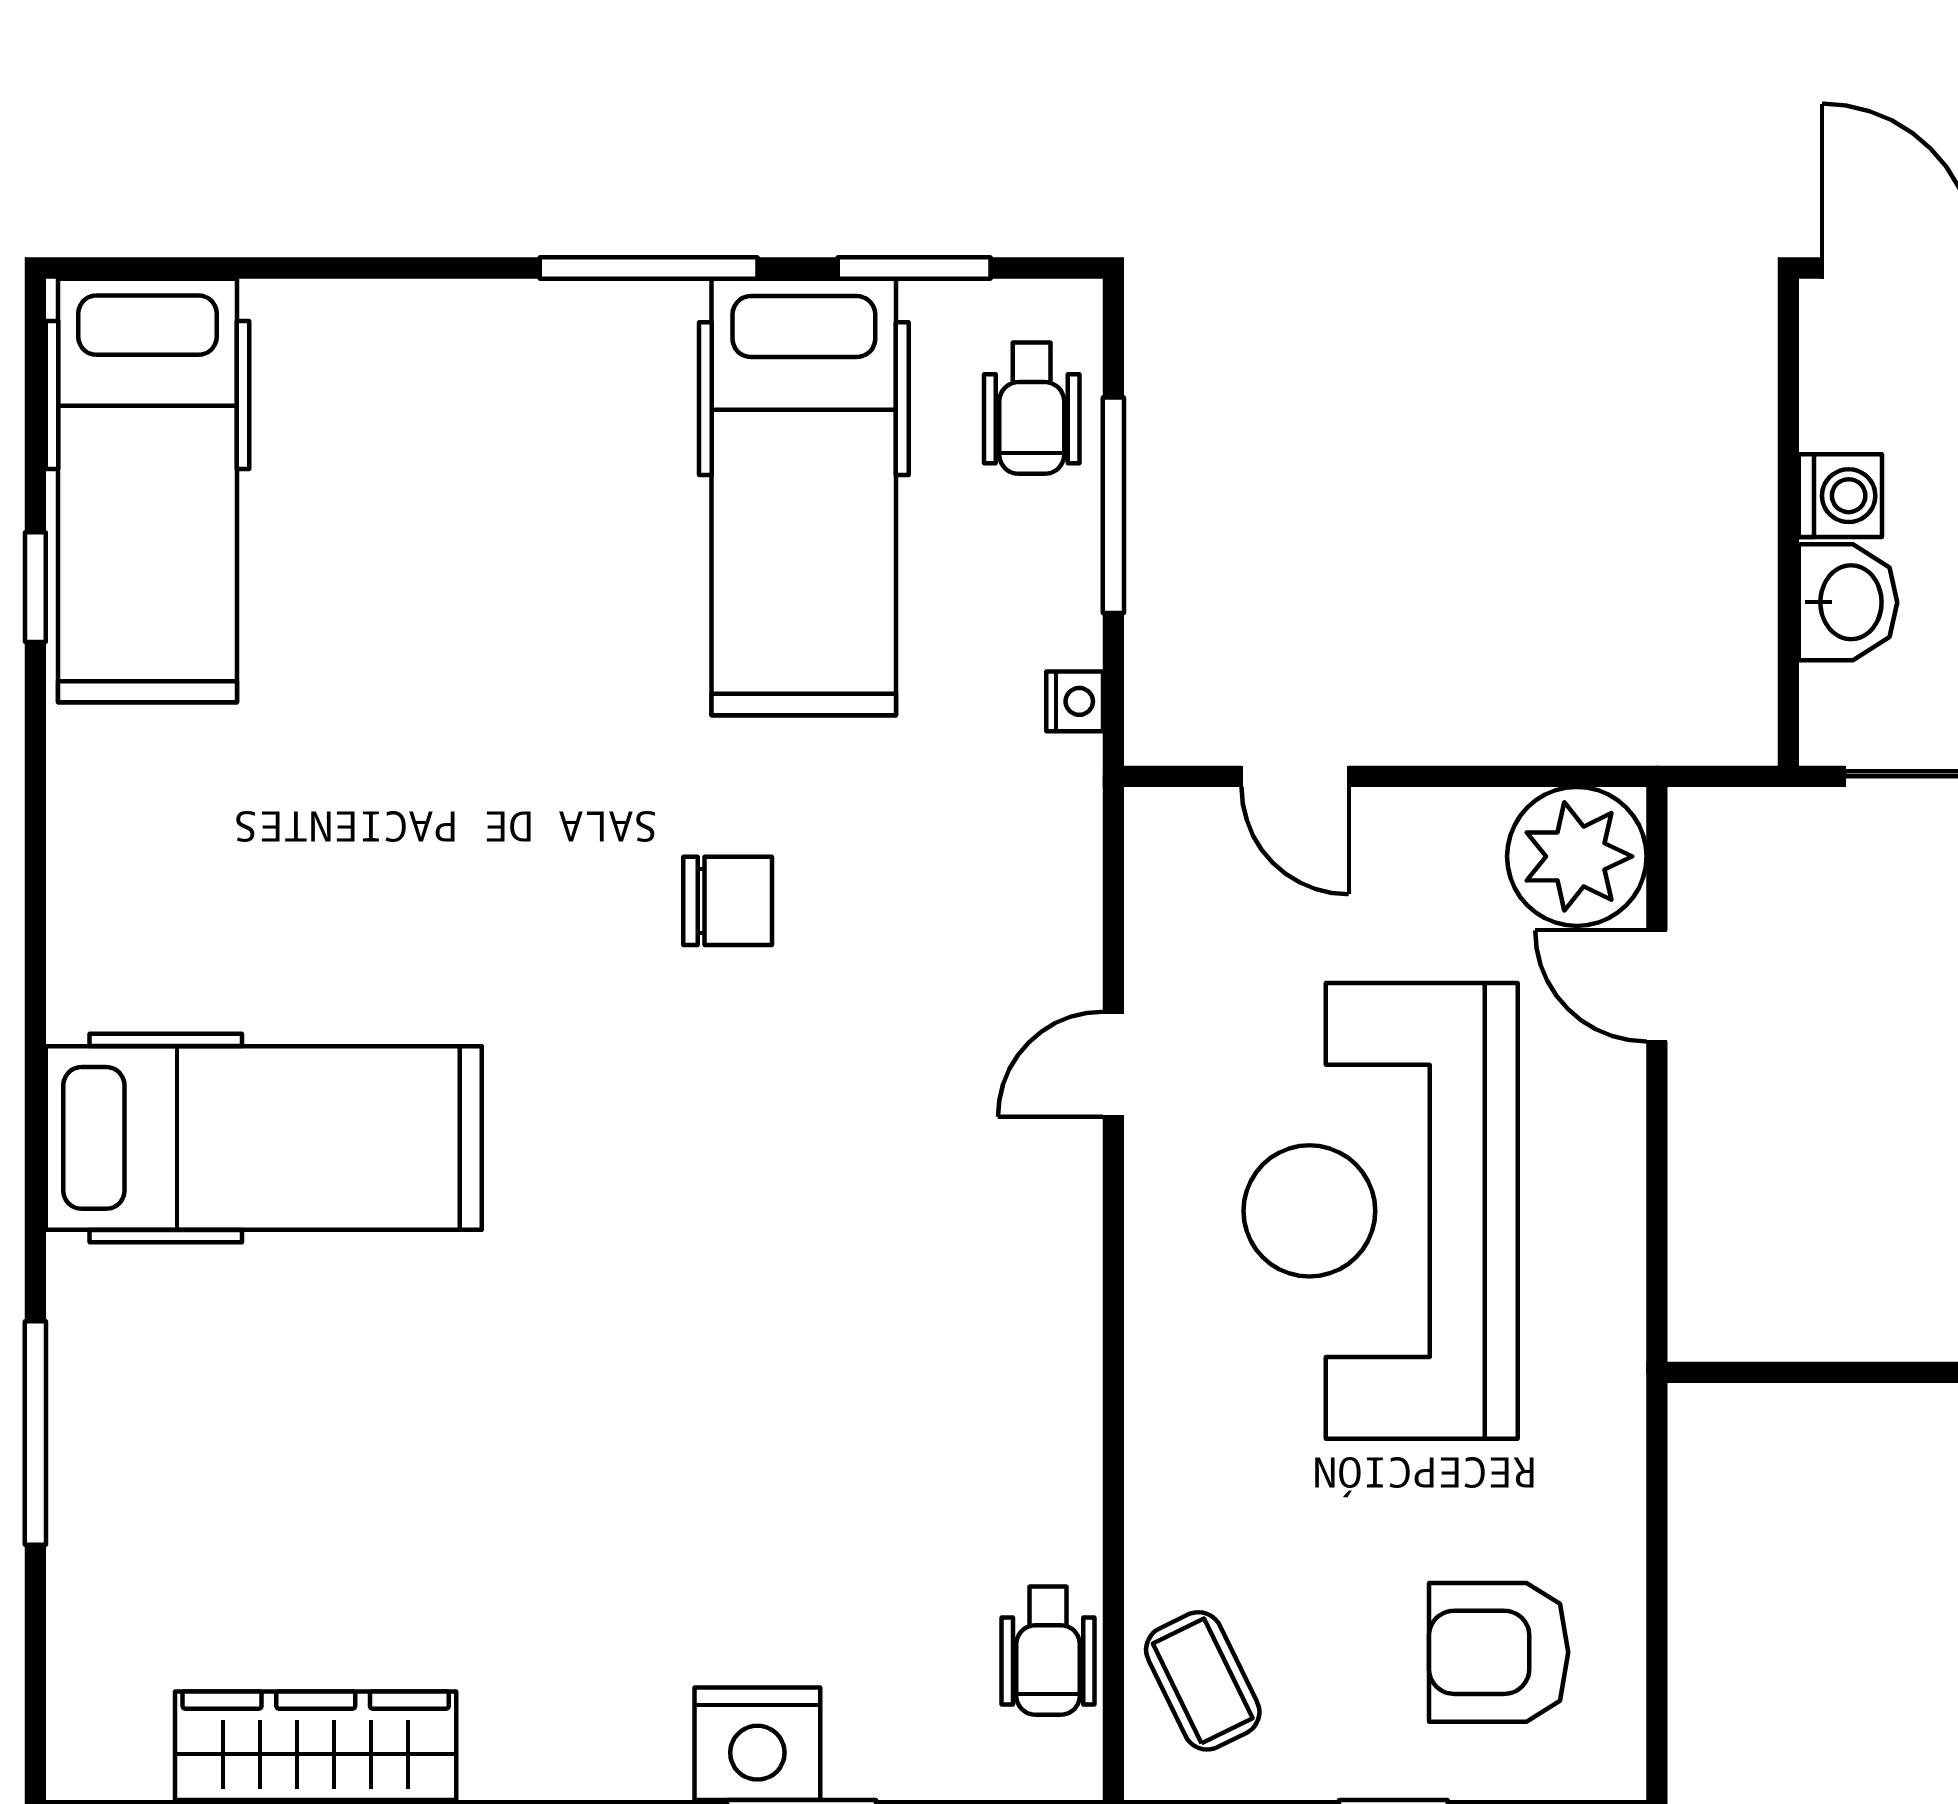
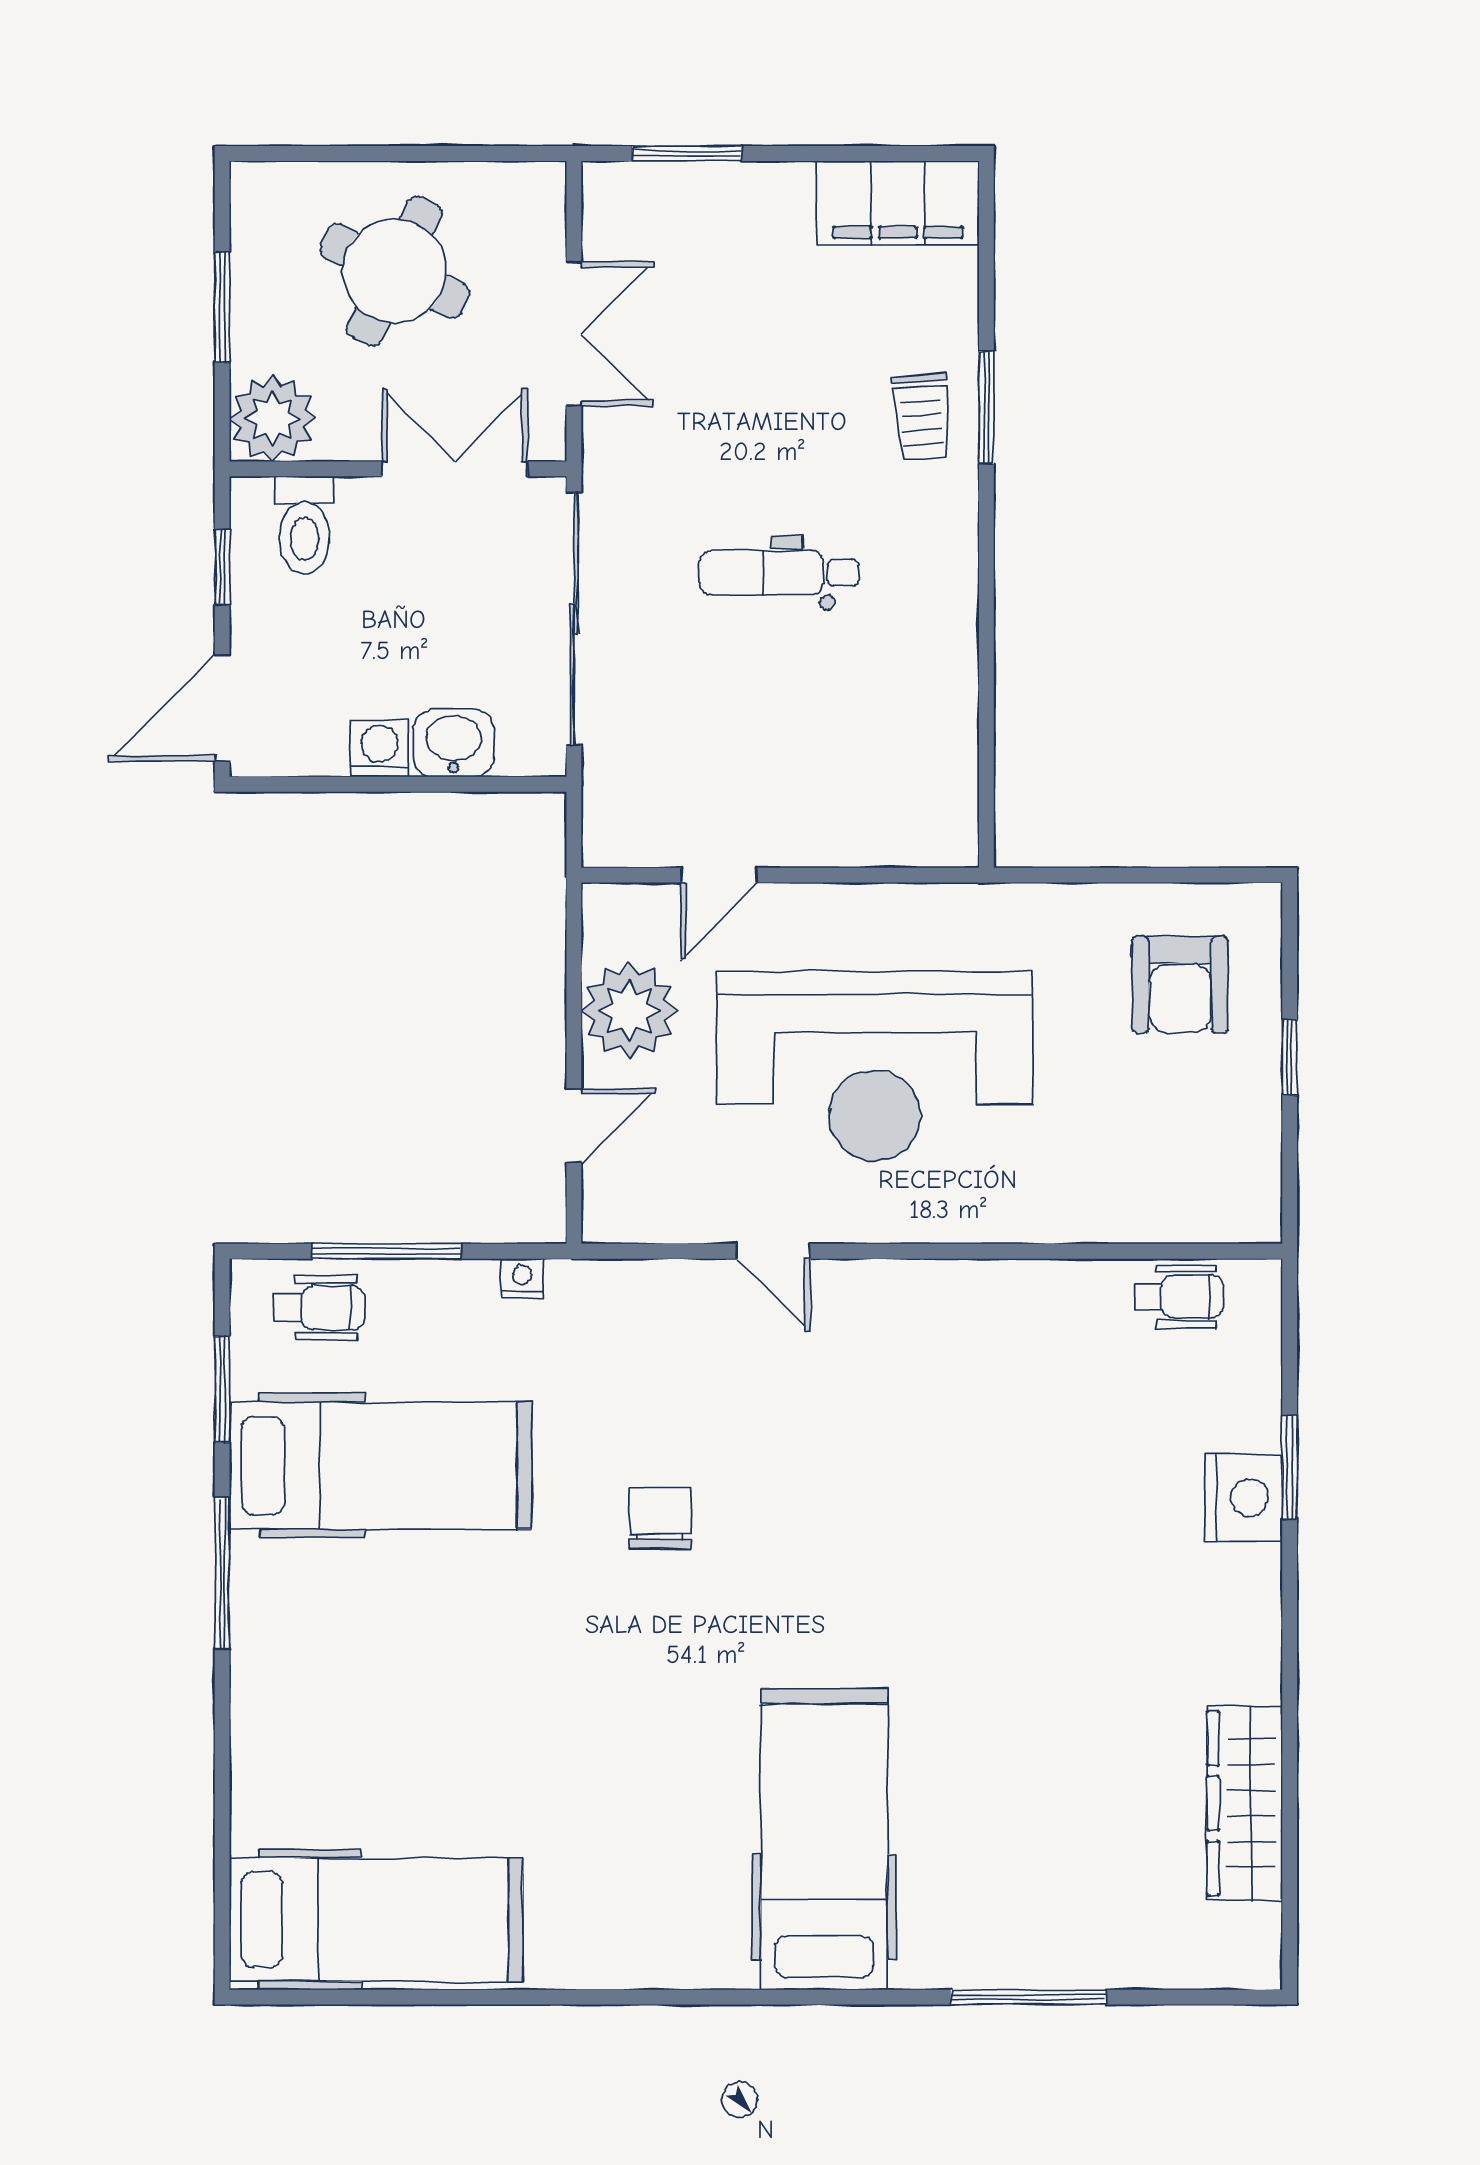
window: (35, 587) -> (443, 1997), removed
plant: (1577, 856) -> (629, 1011), moved
coffee table: (1203, 1681) -> (1200, 1189), removed

